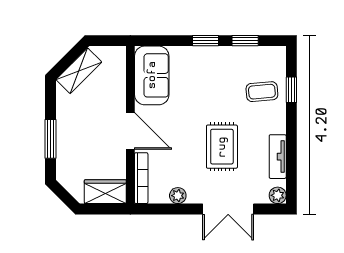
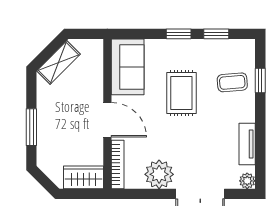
rug: (222, 147) -> (181, 93), moved
plant: (178, 196) -> (159, 174), width x1.88, depth x1.88

